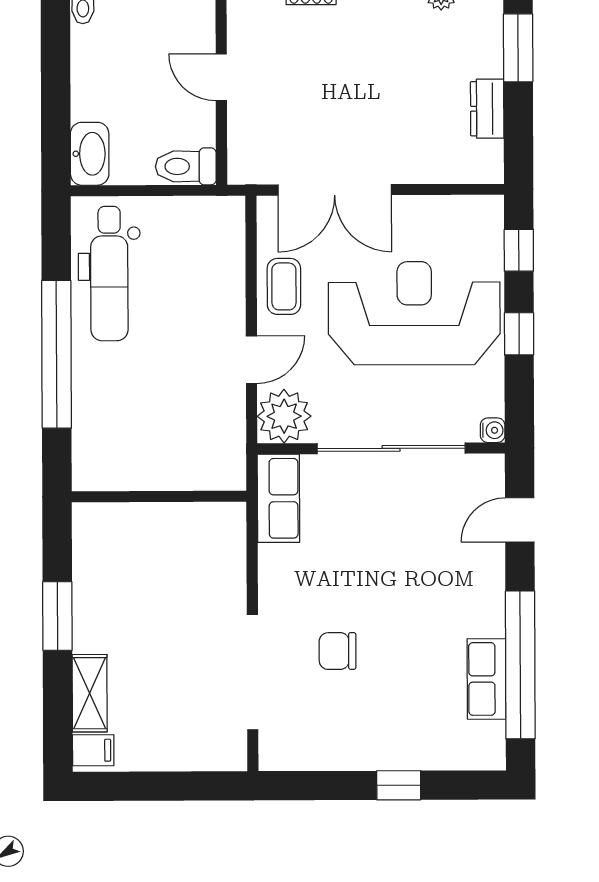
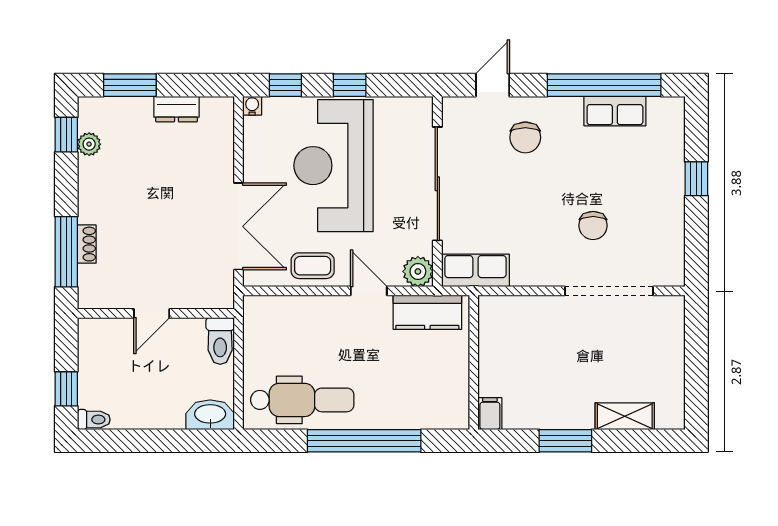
plant: (284, 416) -> (418, 271), width x0.73, depth x0.73
water cooler: (493, 430) -> (252, 106), moved
kitchen counter: (224, 436) -> (427, 312), added
door: (520, 520) -> (493, 85), swing flipped
chair: (452, 562) -> (525, 137), added
filing cabinet: (93, 750) -> (490, 414), moved

